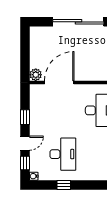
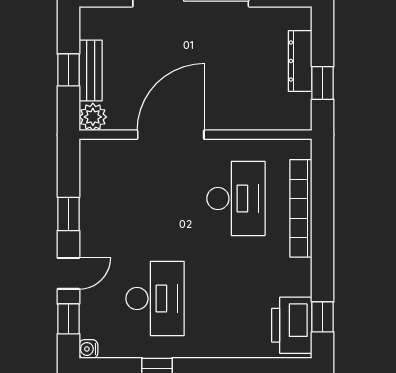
window: (25, 54) -> (68, 70), added
bench: (35, 54) -> (91, 71), added
door: (59, 82) -> (171, 135), moved

